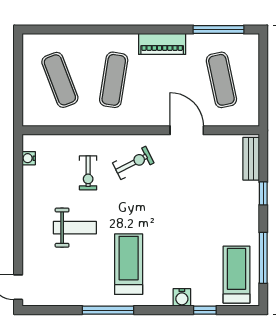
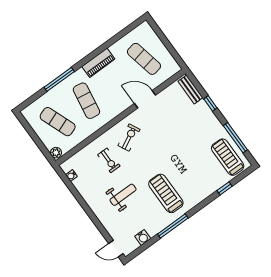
window: (219, 29) -> (59, 79), moved
plant: (30, 116) -> (56, 153), added
water cooler: (182, 297) -> (143, 237), moved

